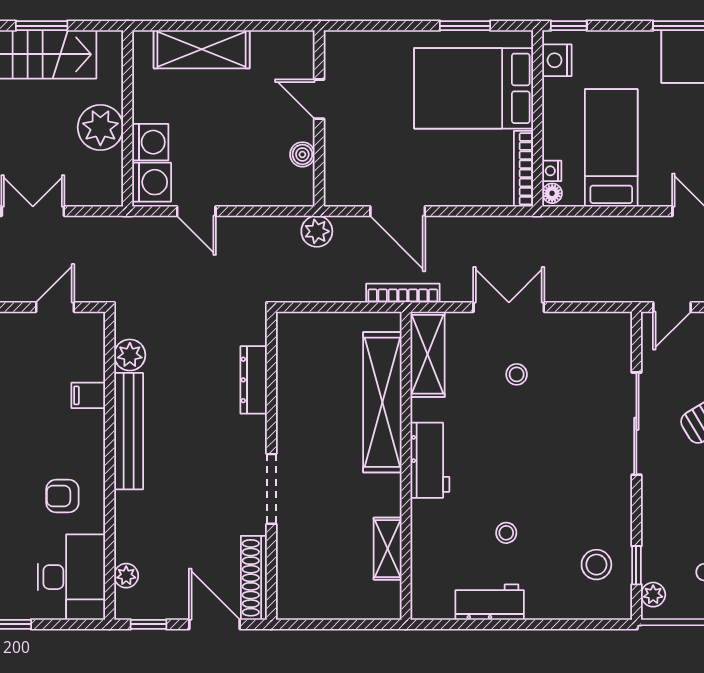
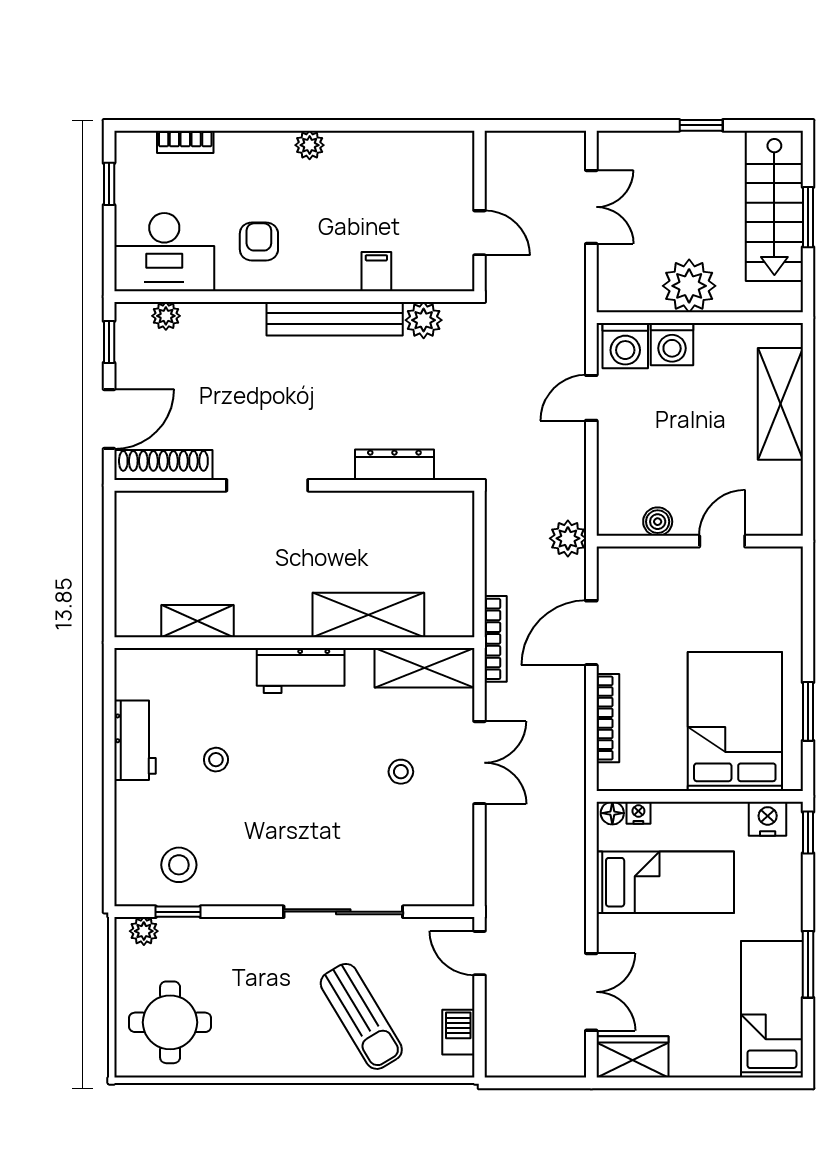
bookcase: (524, 169) -> (608, 718), moved, turned 90
shelving: (382, 402) -> (368, 615), width x0.68

